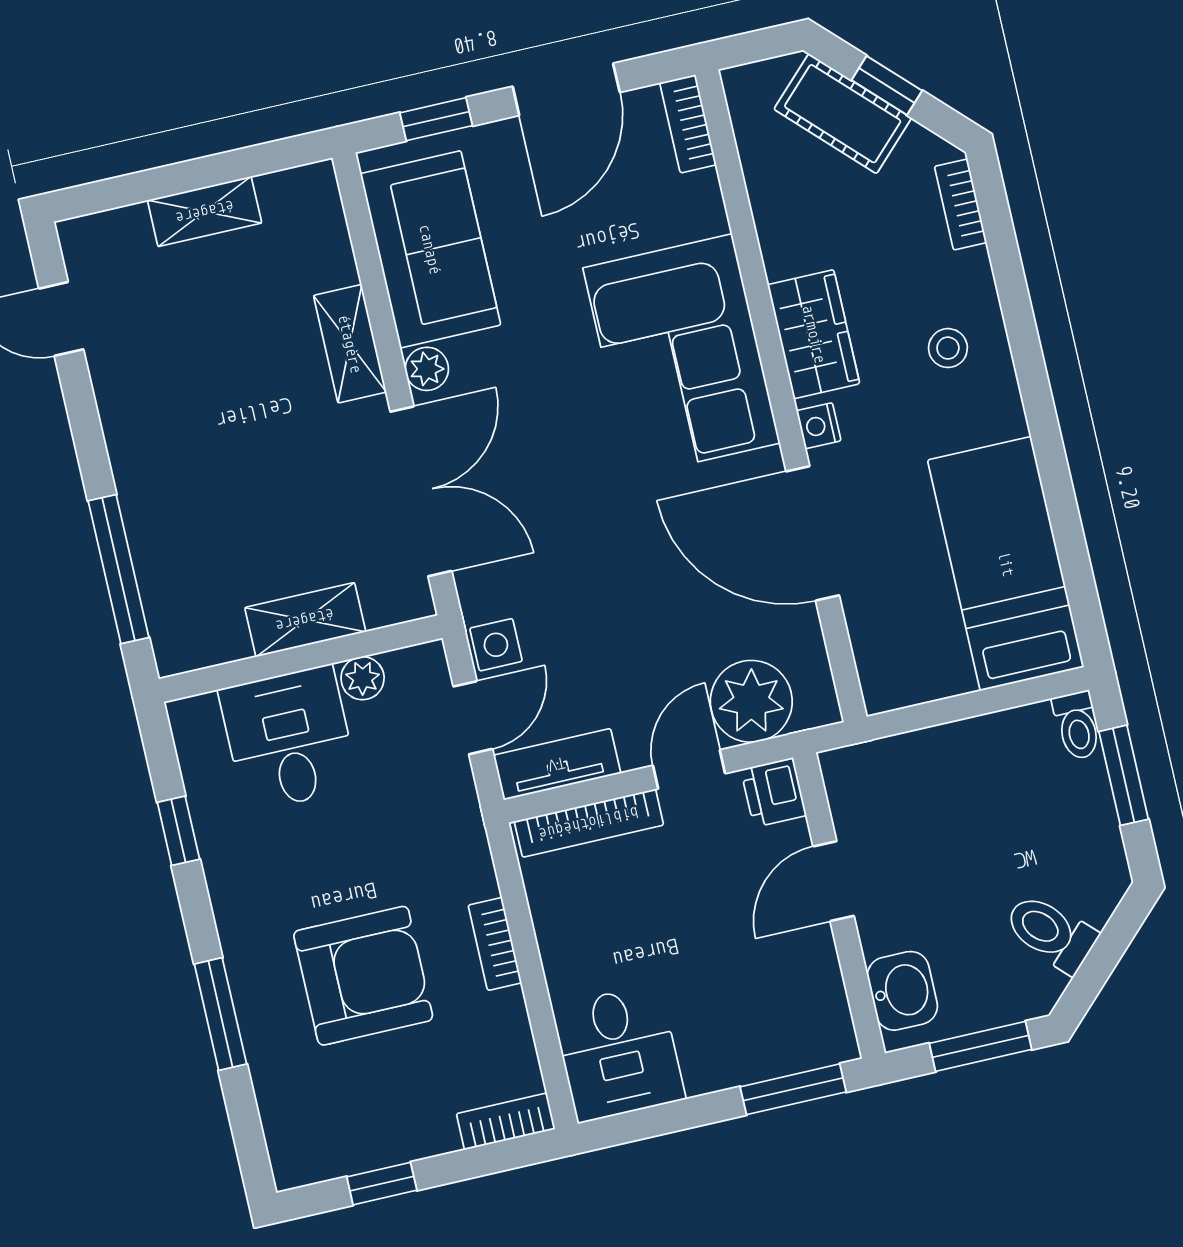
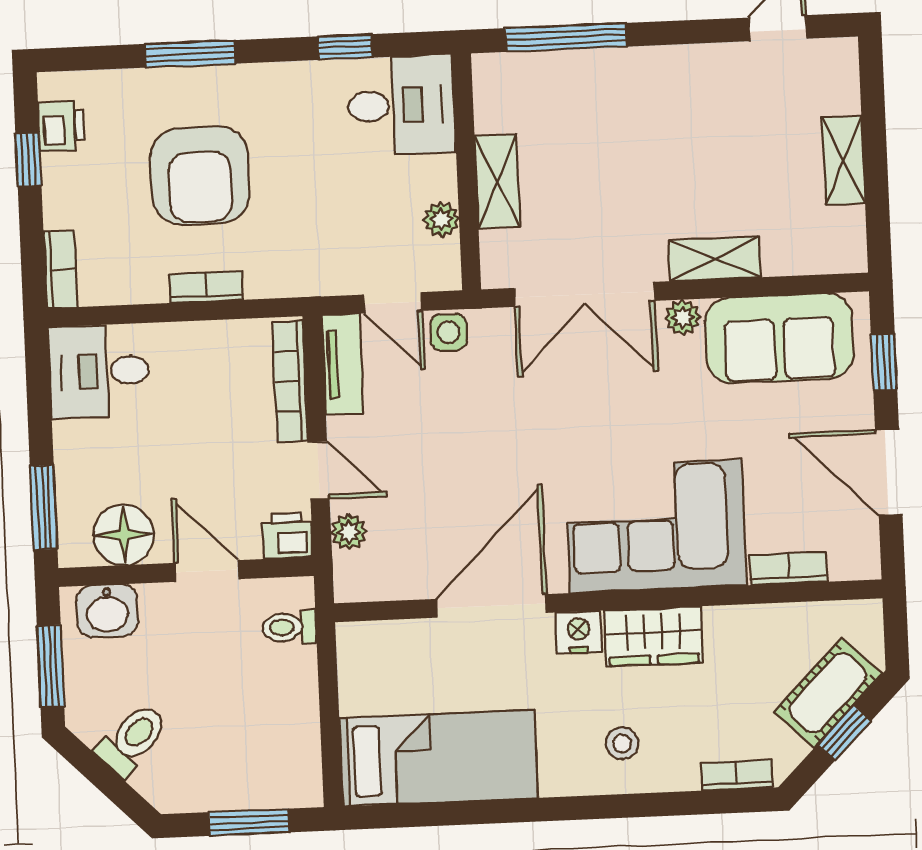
bookcase: (688, 124) -> (788, 568), moved
nightstand: (819, 426) -> (578, 632), width x1.39, depth x1.35
plant: (751, 701) -> (349, 532), width x0.53, depth x0.53
toilet: (1077, 726) -> (289, 627), moved
desk: (289, 739) -> (401, 105), moved
floor lamp: (809, 988) -> (124, 535), added
printer: (335, 1152) -> (61, 126), added

